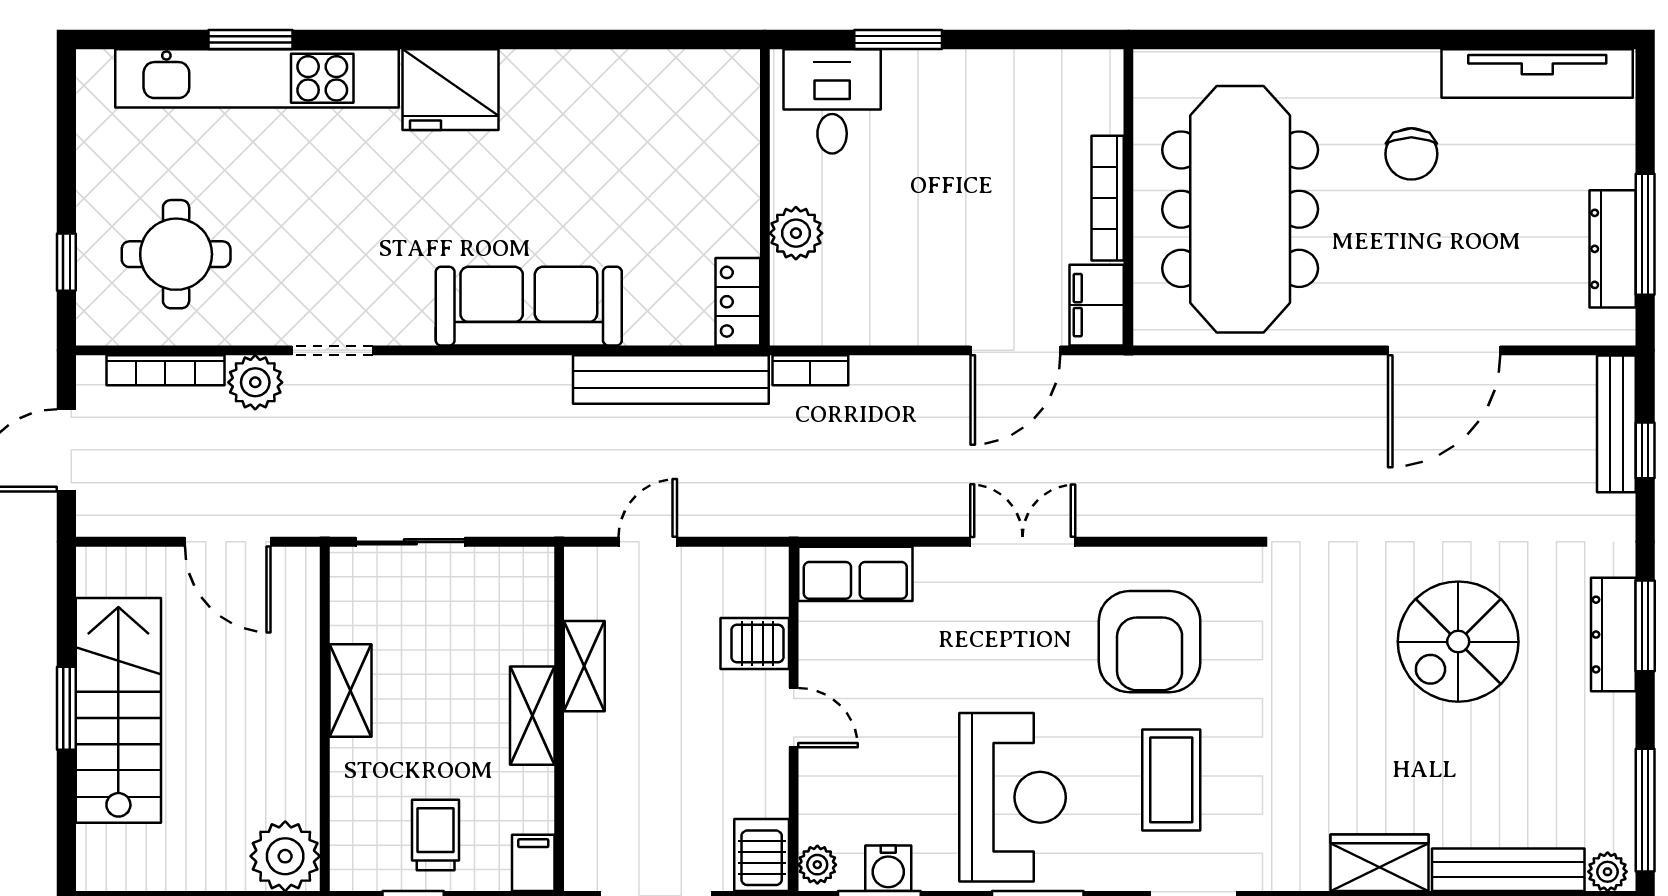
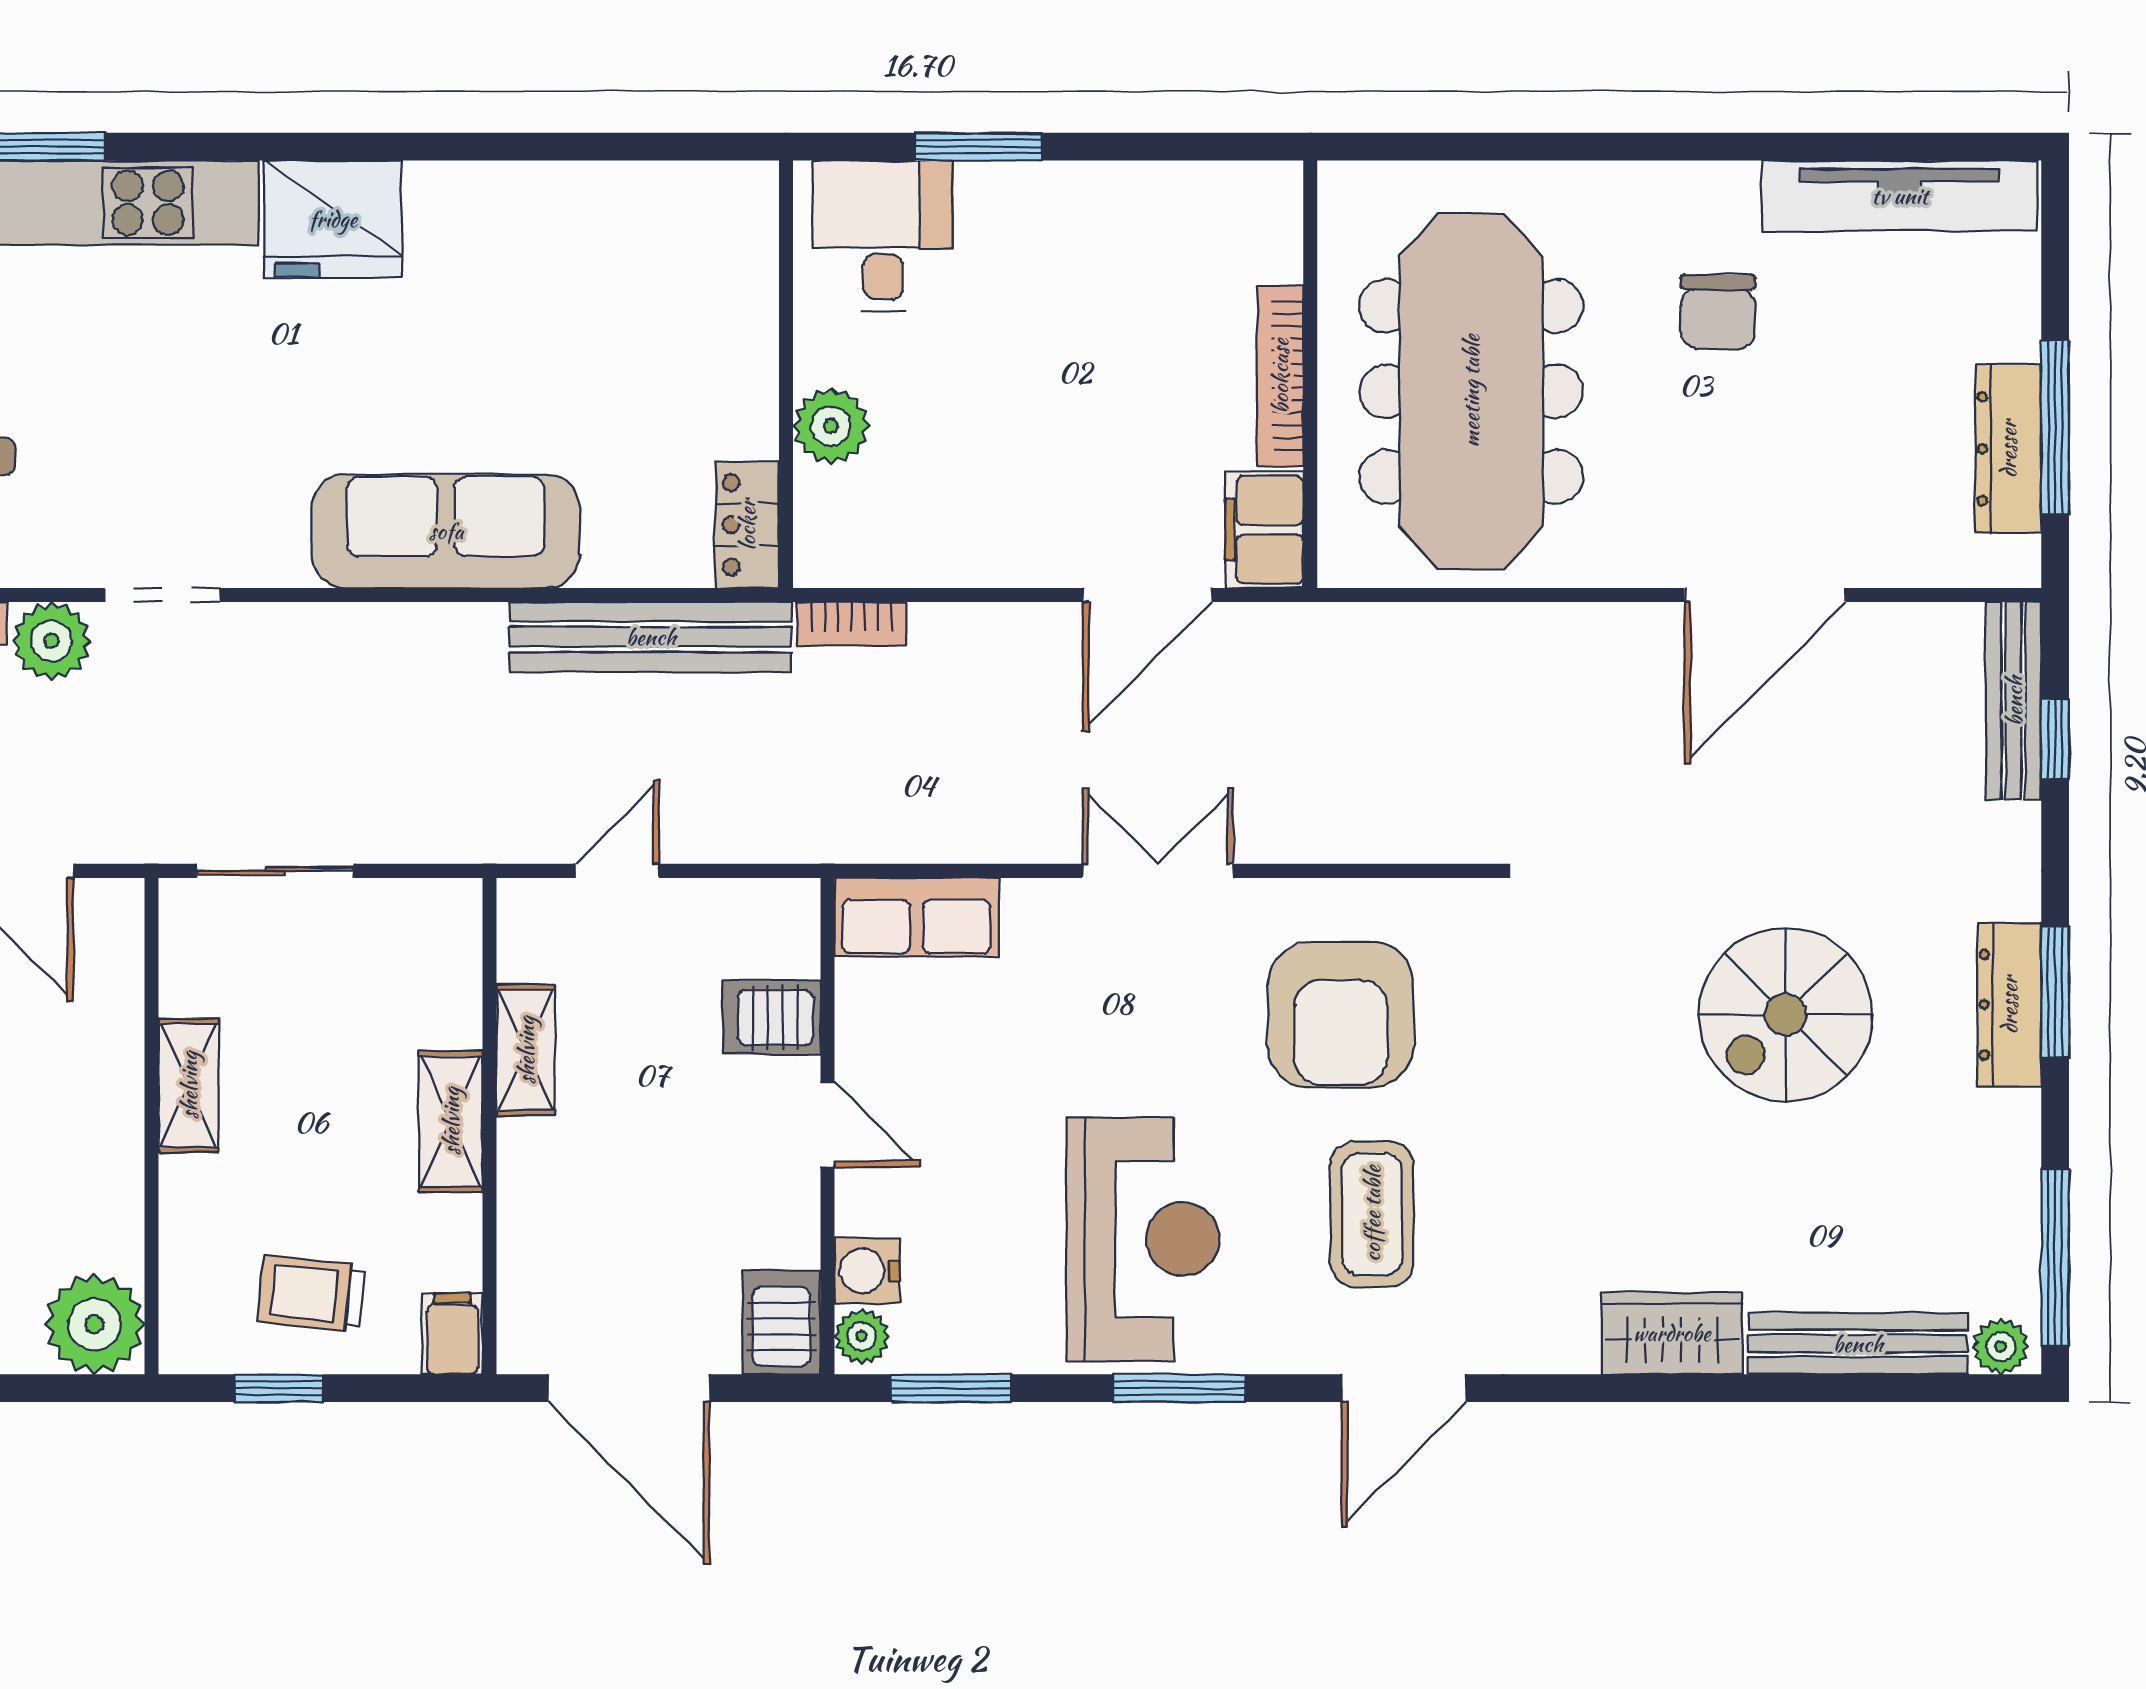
trolley: (436, 835) -> (311, 1294), turned -84
water cooler: (888, 868) -> (867, 1271), moved, turned 90

